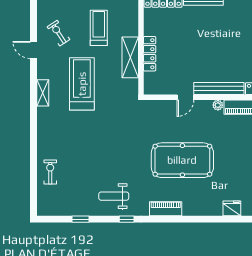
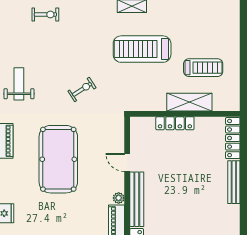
exercise bike: (58, 33) -> (82, 89), moved
shelving: (130, 57) -> (189, 102), moved
treadmill: (82, 84) -> (142, 49), turned 180

